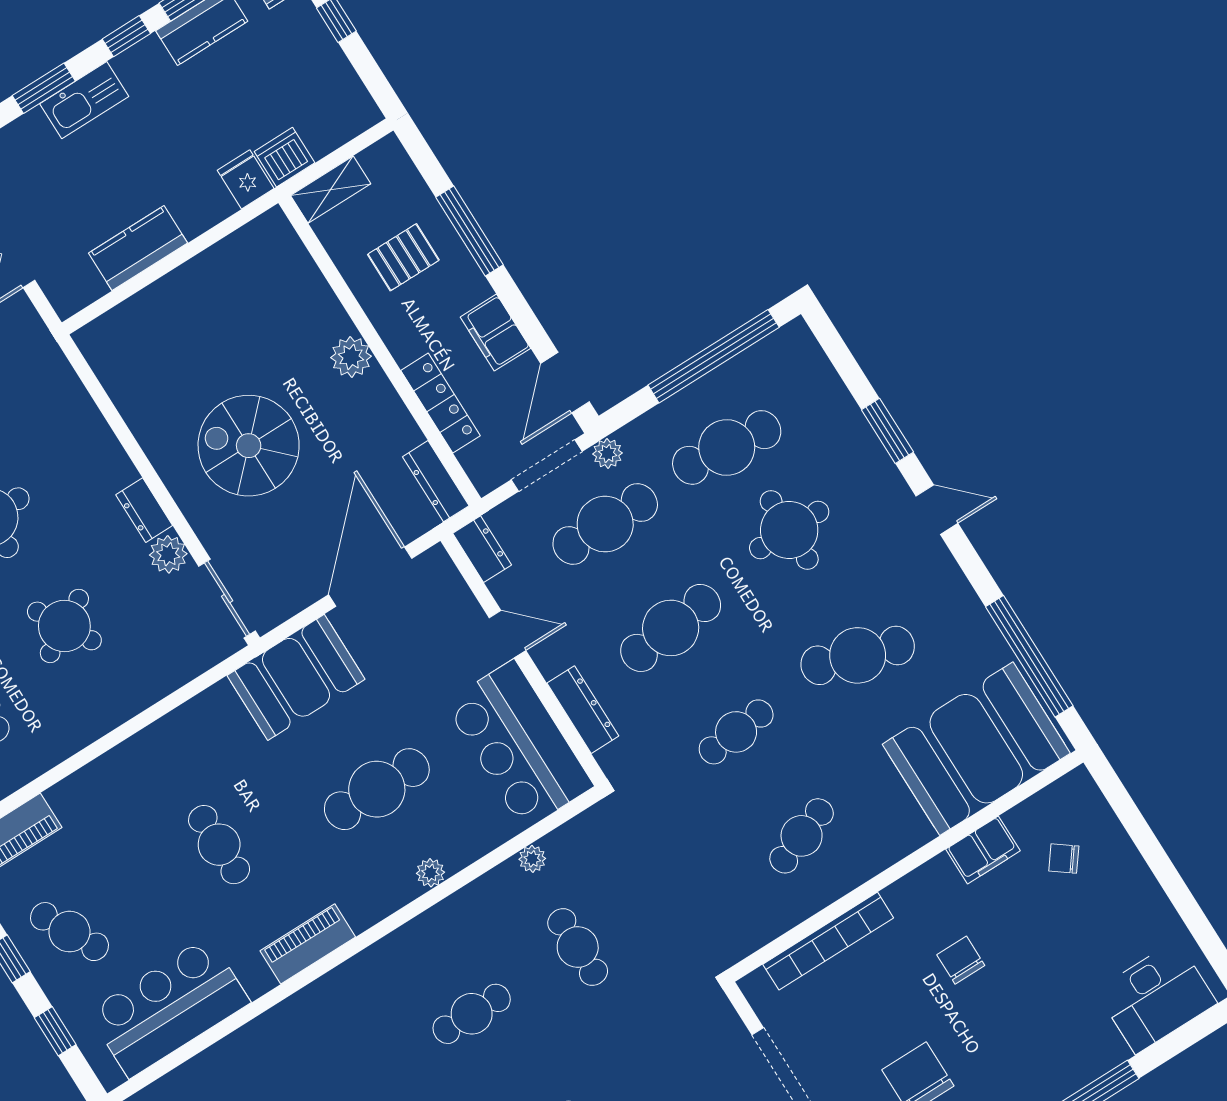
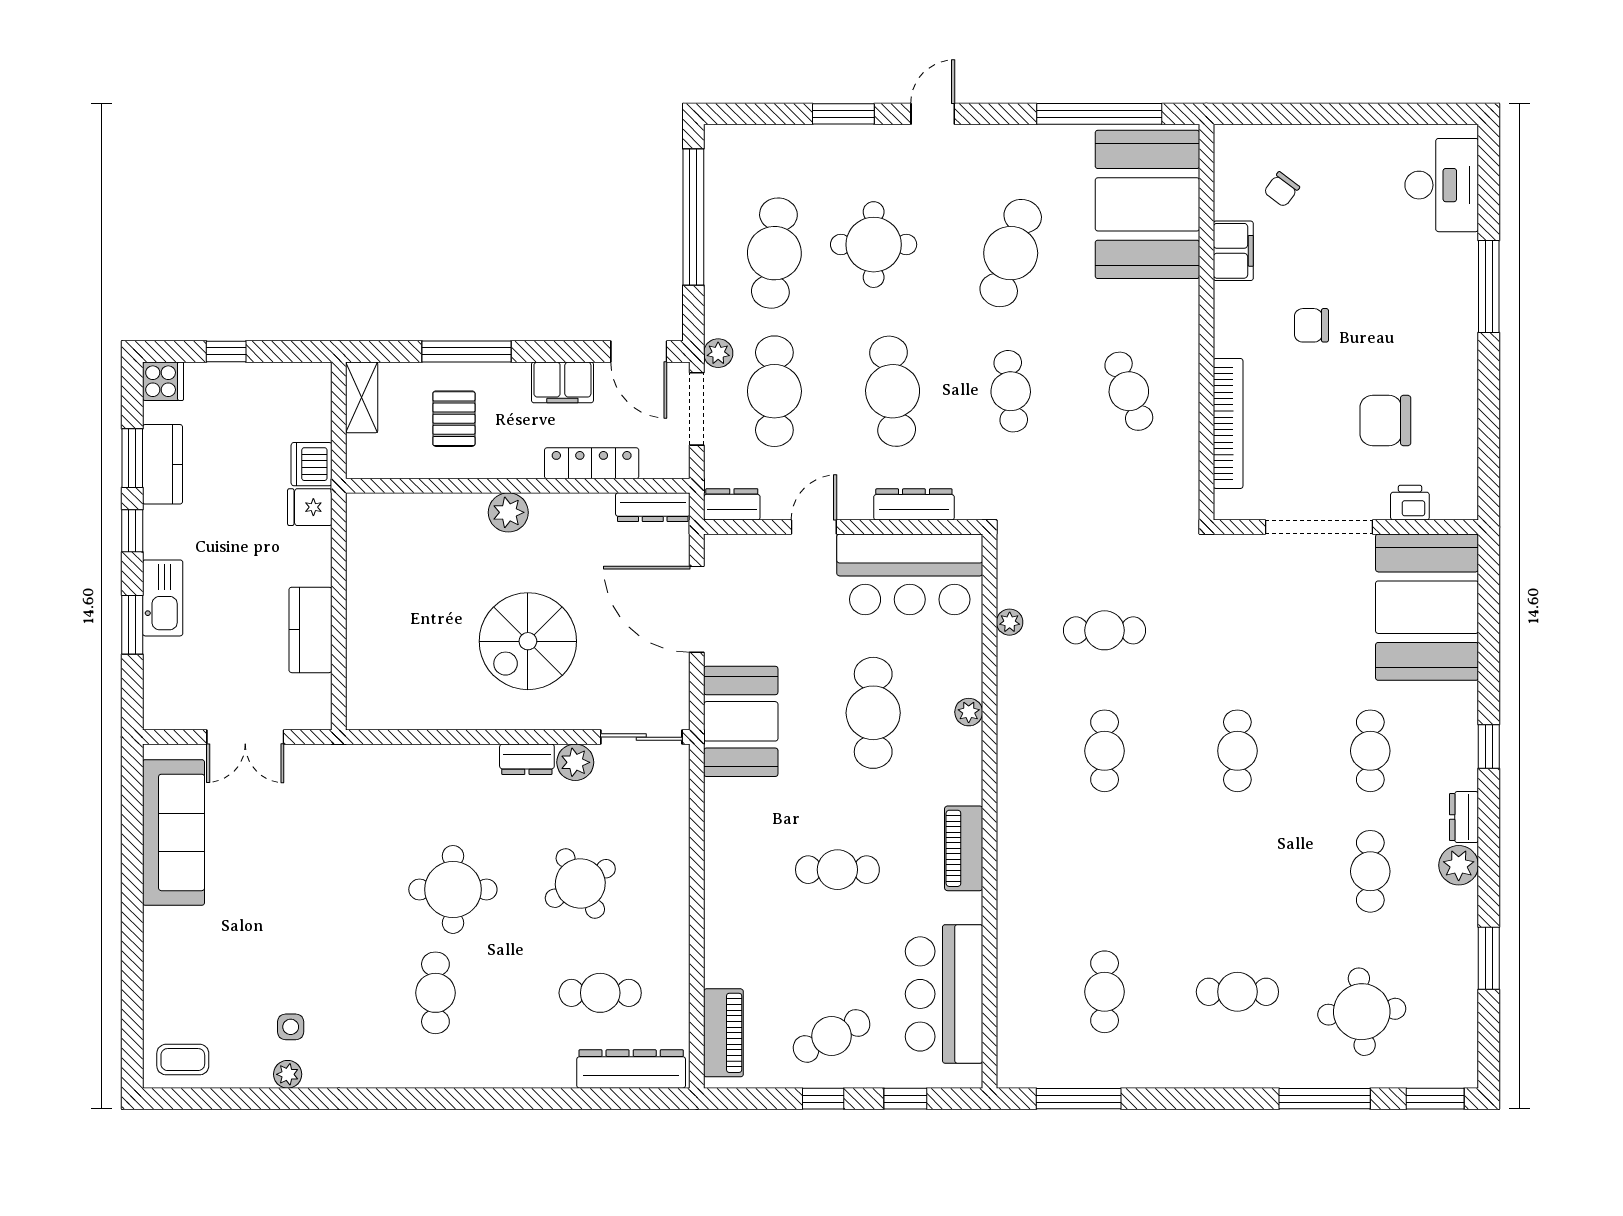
shelving: (331, 190) -> (362, 397), moved

